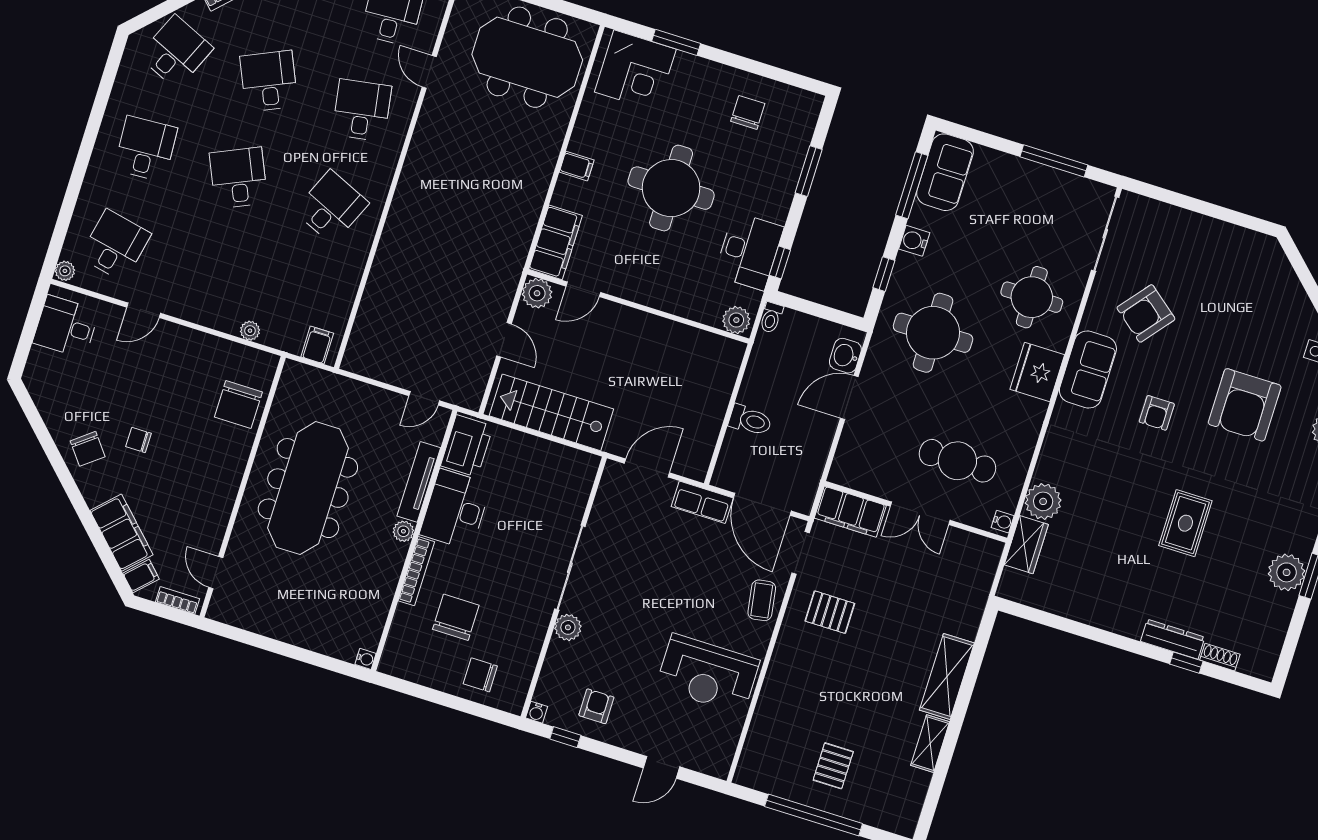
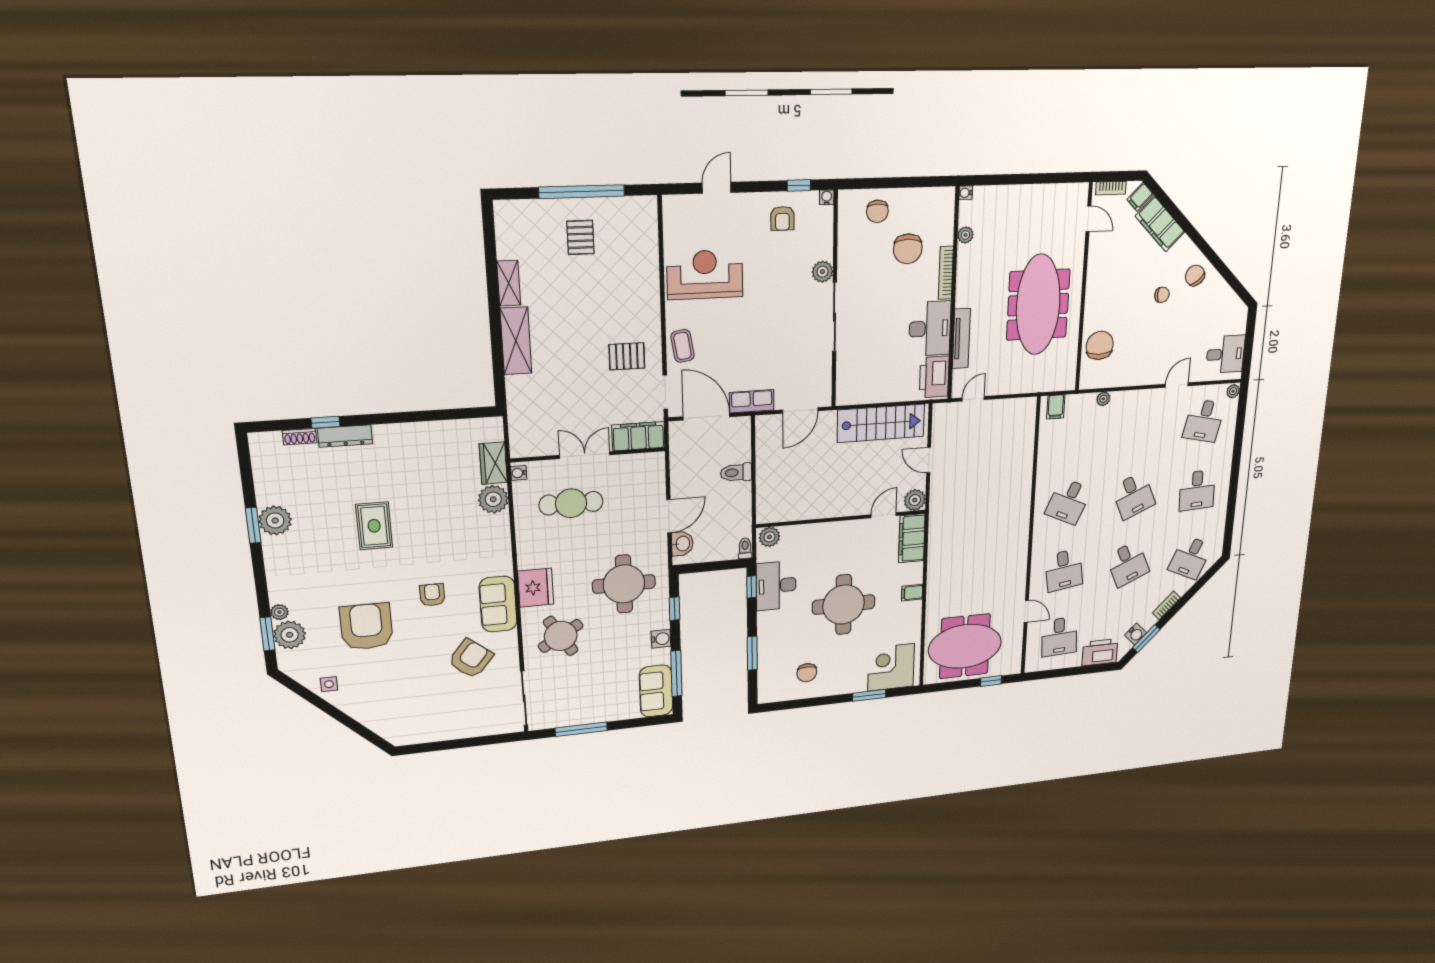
round table: (1032, 297) -> (561, 636), turned -31
plant: (403, 531) -> (965, 235), moved
chair: (480, 675) -> (877, 211), turned 90

